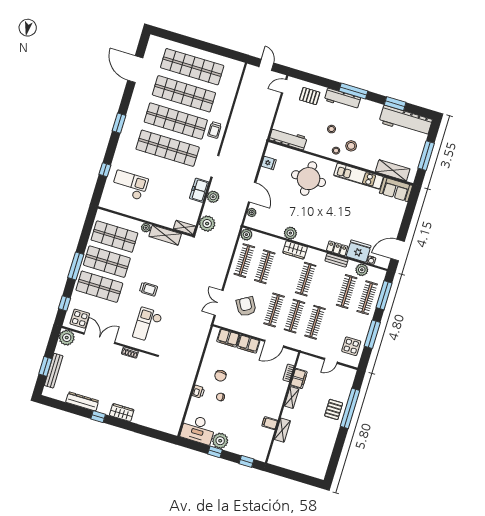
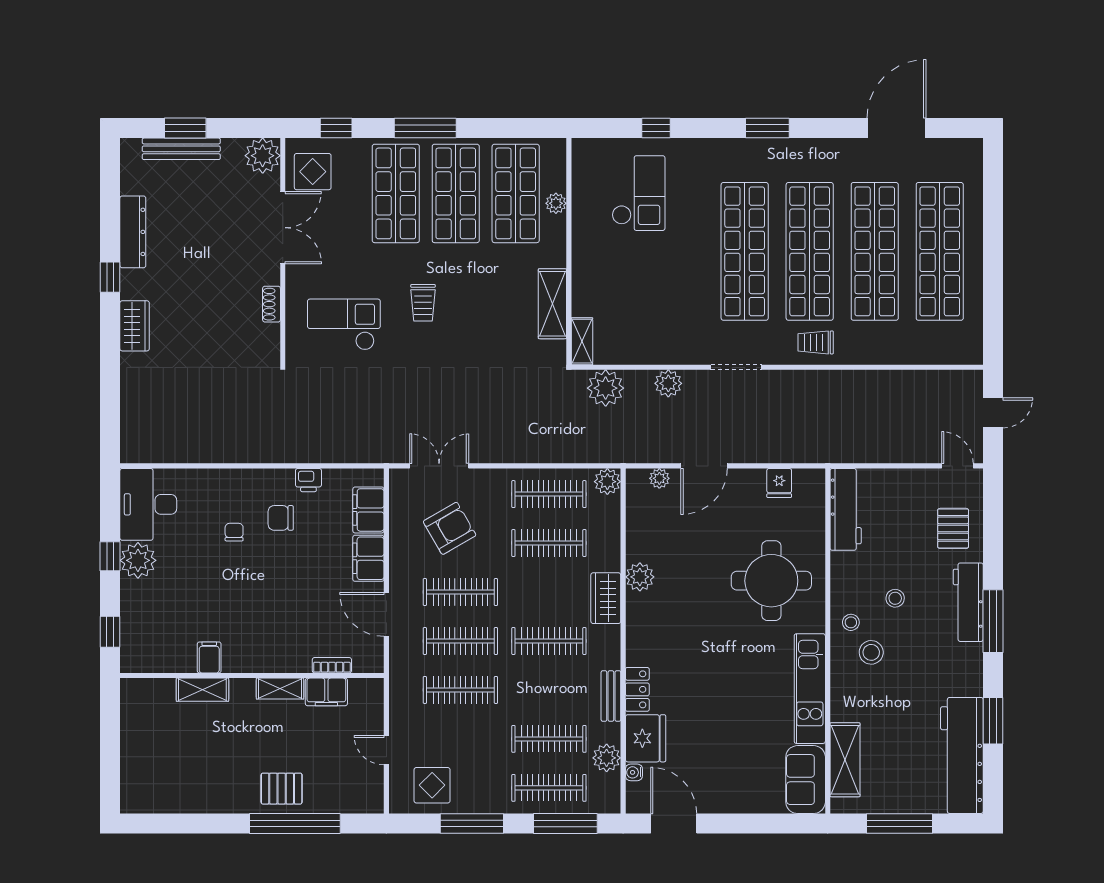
freezer: (199, 190) -> (673, 349), removed
plant: (146, 228) -> (556, 203), moved
printer: (198, 392) -> (308, 480), moved

